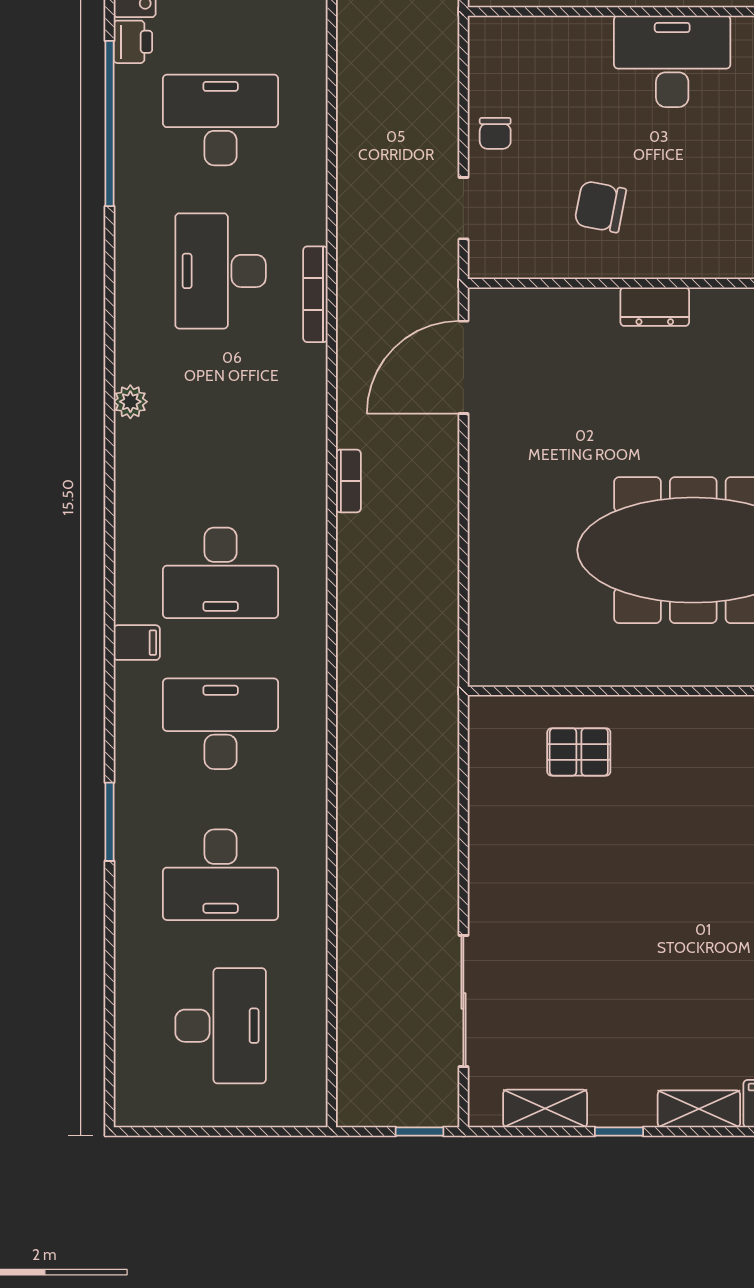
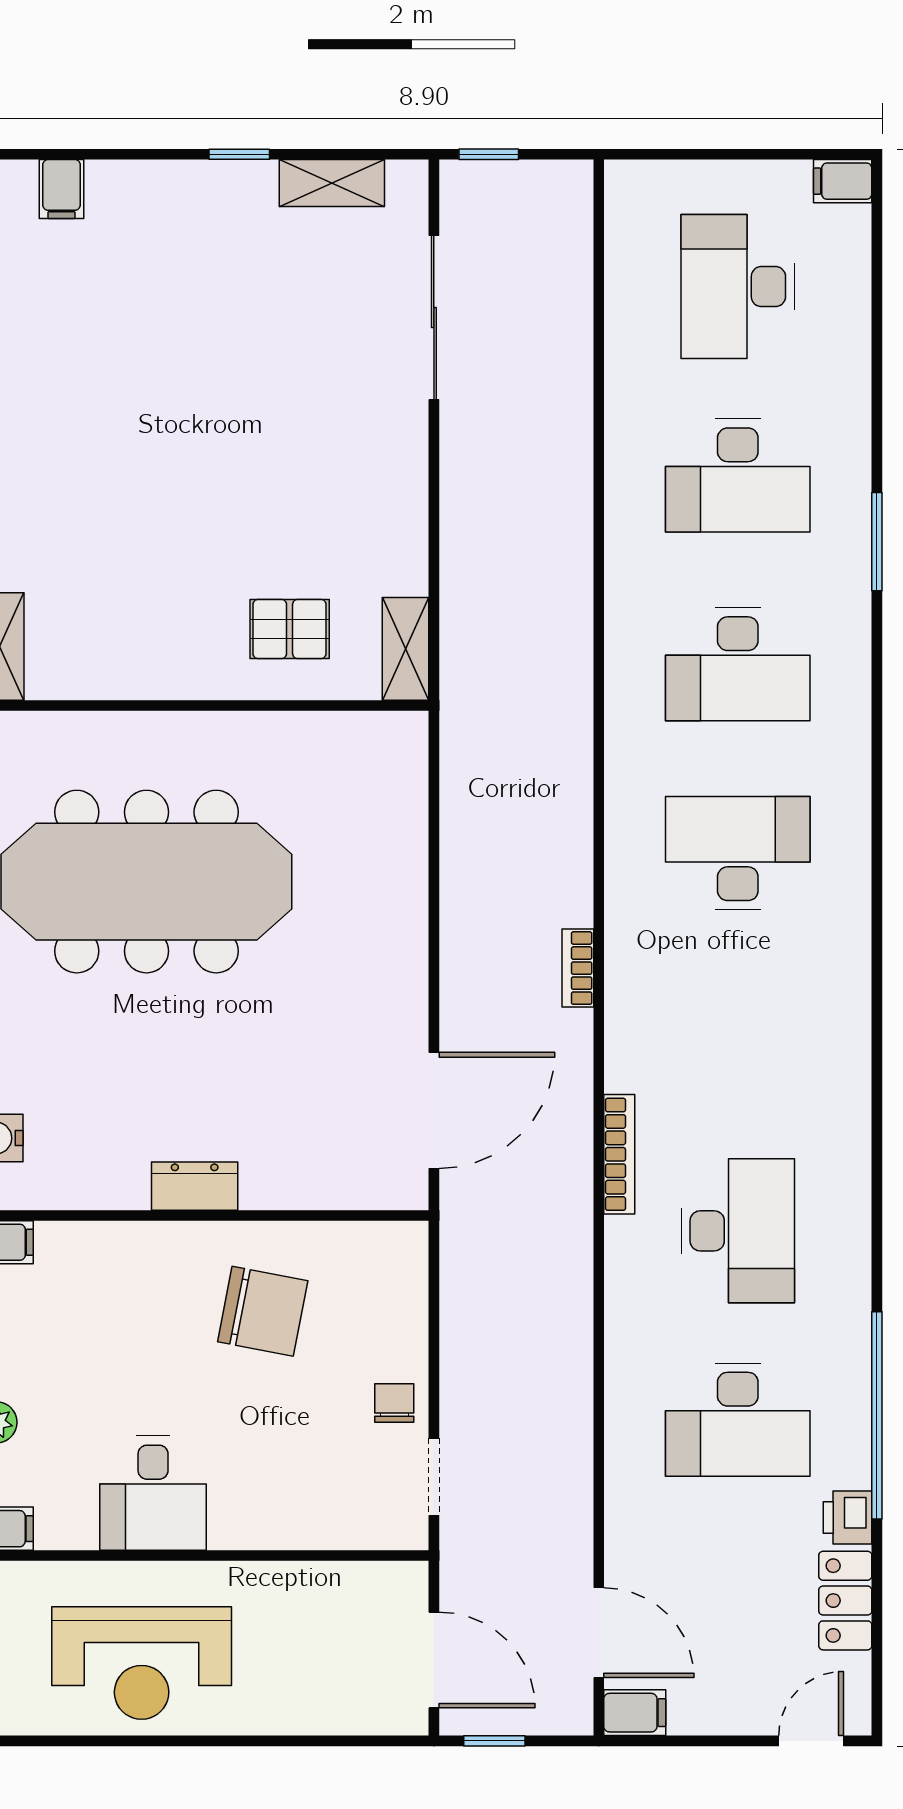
desk: (672, 61) -> (153, 1493), width x0.73
chair: (600, 207) -> (263, 1311), width x1.37, depth x1.37
doorway: (463, 208) -> (434, 1477), moved
bookcase: (315, 294) -> (619, 1154), moved
plant: (130, 402) -> (851, 1067), removed
filing cabinet: (137, 643) -> (843, 181), moved
desk: (221, 875) -> (738, 475), turned 180
shelving: (699, 1109) -> (406, 649), moved, turned 90

